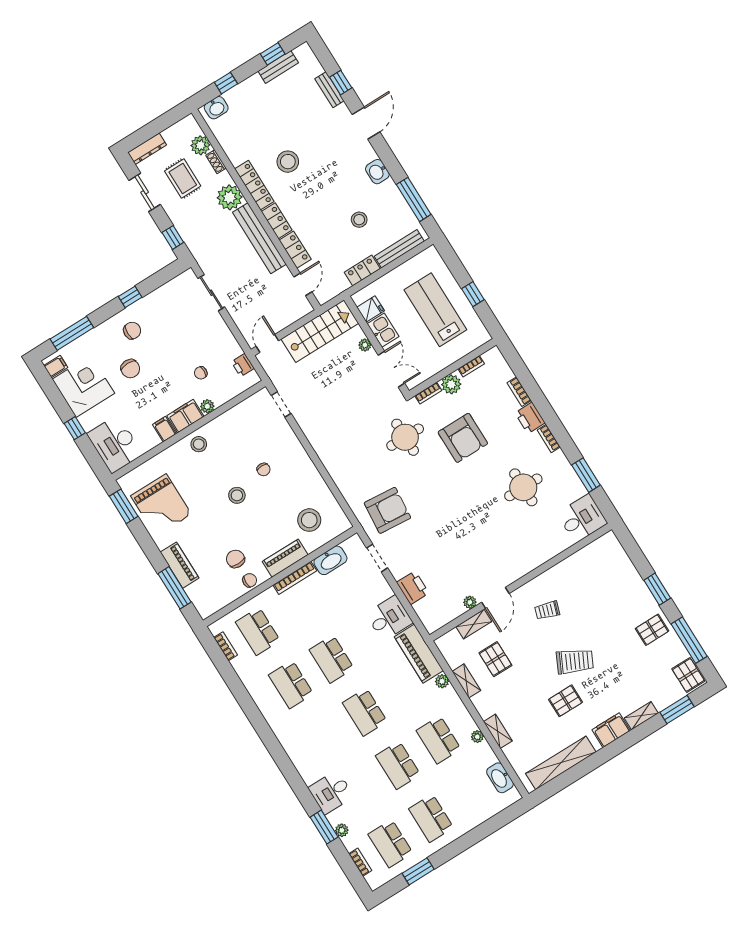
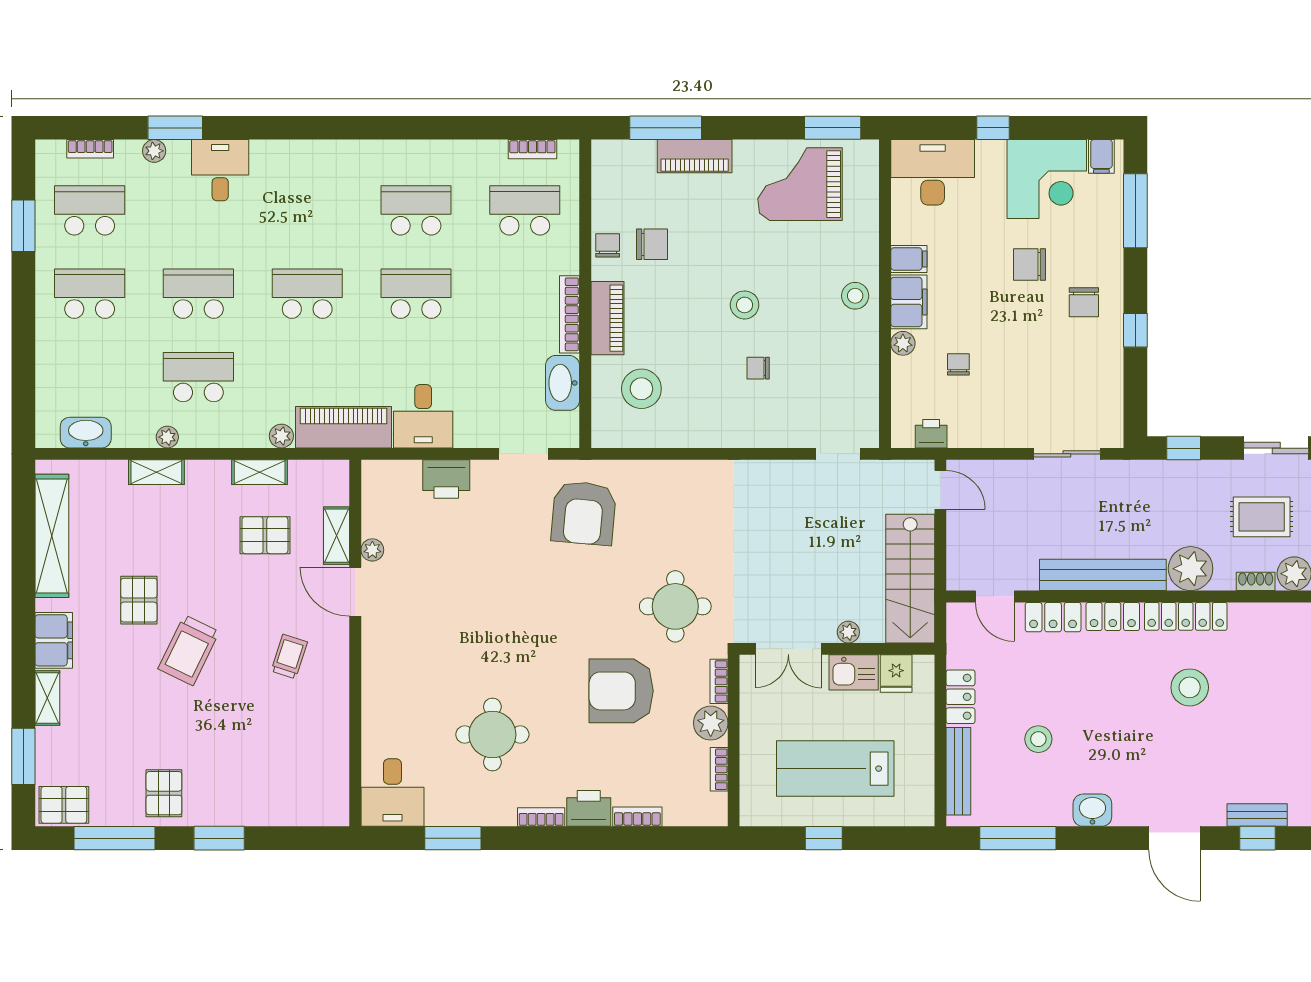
lab bench: (435, 310) -> (835, 769), turned 180
chair: (250, 580) -> (608, 245), turned 180

